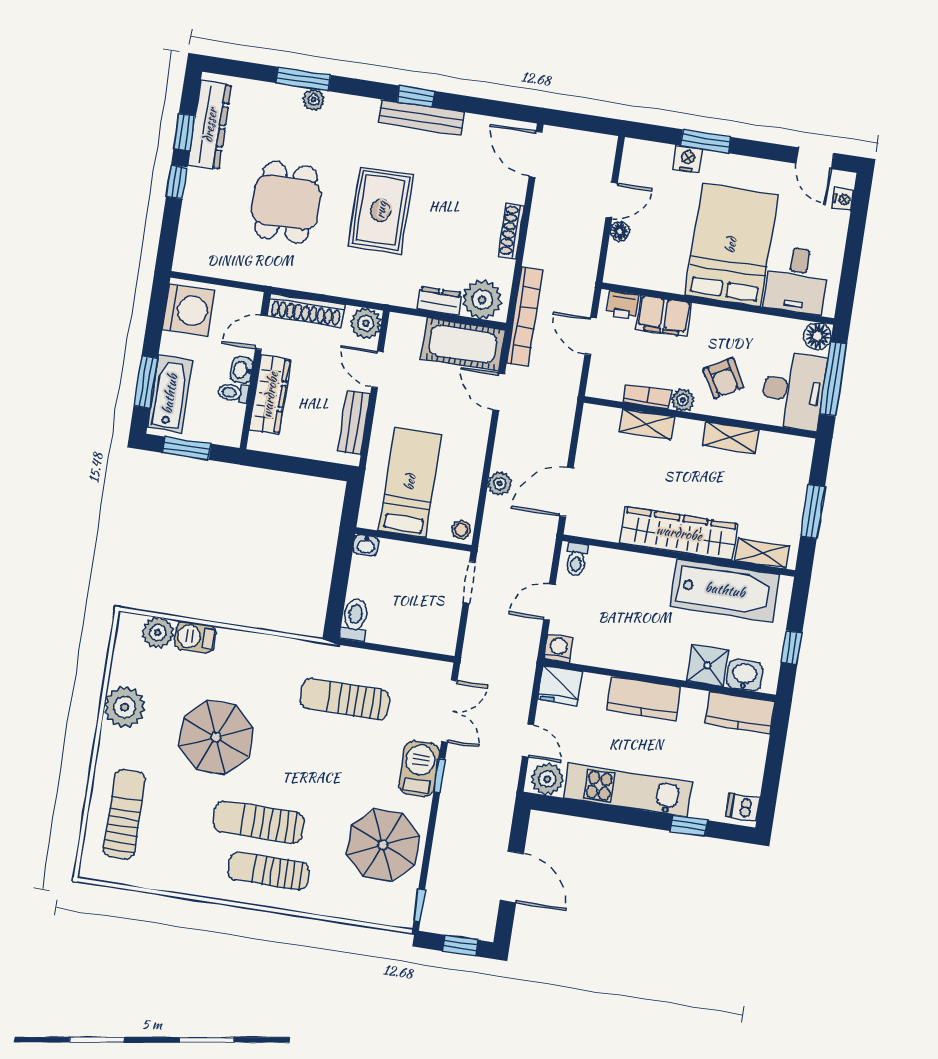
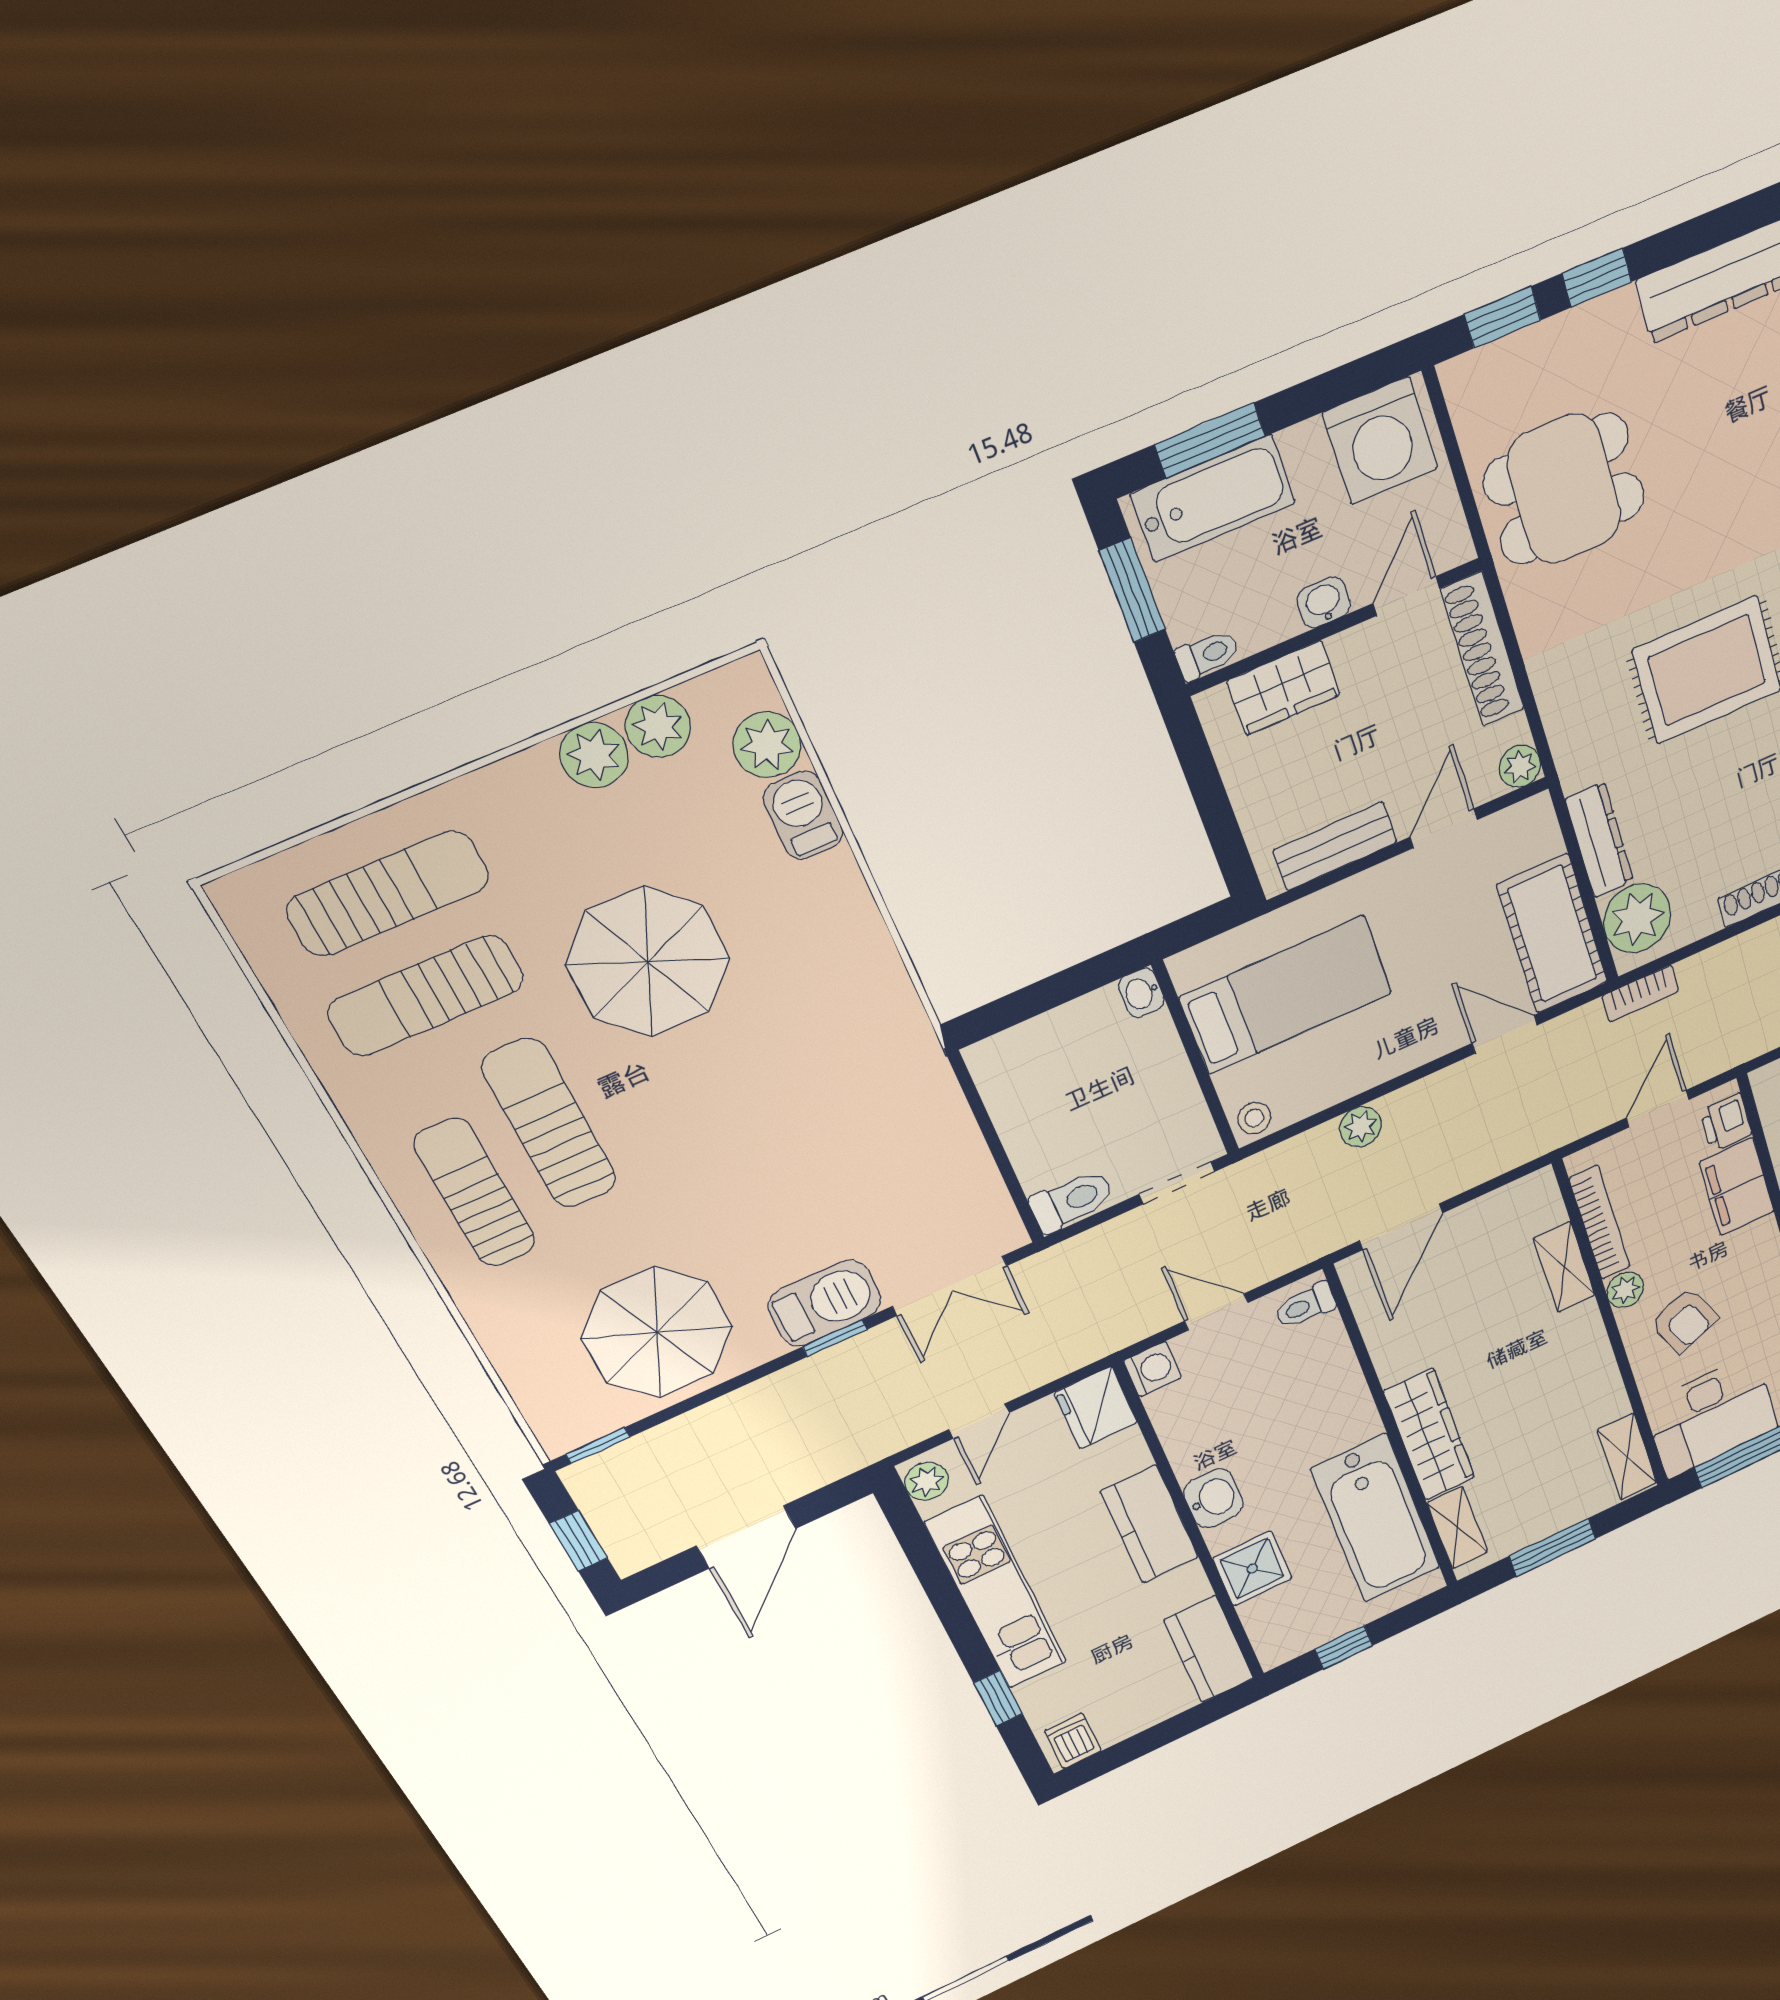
window: (184, 132) -> (1503, 317), moved
dining table: (286, 202) -> (1564, 489), moved
dresser: (439, 301) -> (1599, 840), width x1.44
bookcase: (525, 317) -> (1640, 994), width x0.43, depth x0.76
plant: (366, 323) -> (1520, 766), width x0.73, depth x0.73
door: (261, 332) -> (1406, 596), hinge flipped
armchair: (723, 378) -> (1684, 1321), turned -82
door: (499, 392) -> (1504, 1034), hinge flipped
toilet: (233, 393) -> (1207, 655), moved, turned 90
wardrobe: (270, 395) -> (1283, 688), width x0.67
bookcase: (647, 397) -> (1600, 1223), width x1.56
shelving: (731, 438) -> (1627, 1457), moved
door: (566, 492) -> (1401, 1227), swing flipped
wardrobe: (679, 533) -> (1429, 1435), width x0.71, depth x0.85
toilet: (355, 620) -> (1072, 1201), moved
plant: (124, 669) -> (658, 726), added
washbasin: (745, 675) -> (1213, 1498), moved
sun lounger: (345, 699) -> (426, 996), moved, turned -90
plant: (124, 707) -> (594, 755), width x0.73, depth x0.73
plant: (547, 779) -> (927, 1481), width x0.73, depth x0.73

